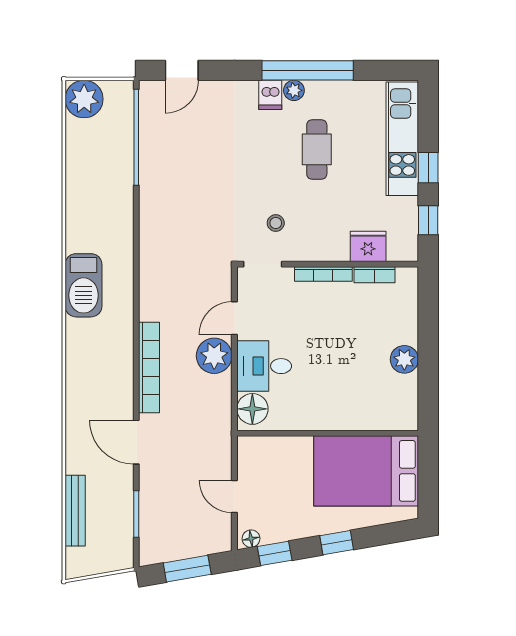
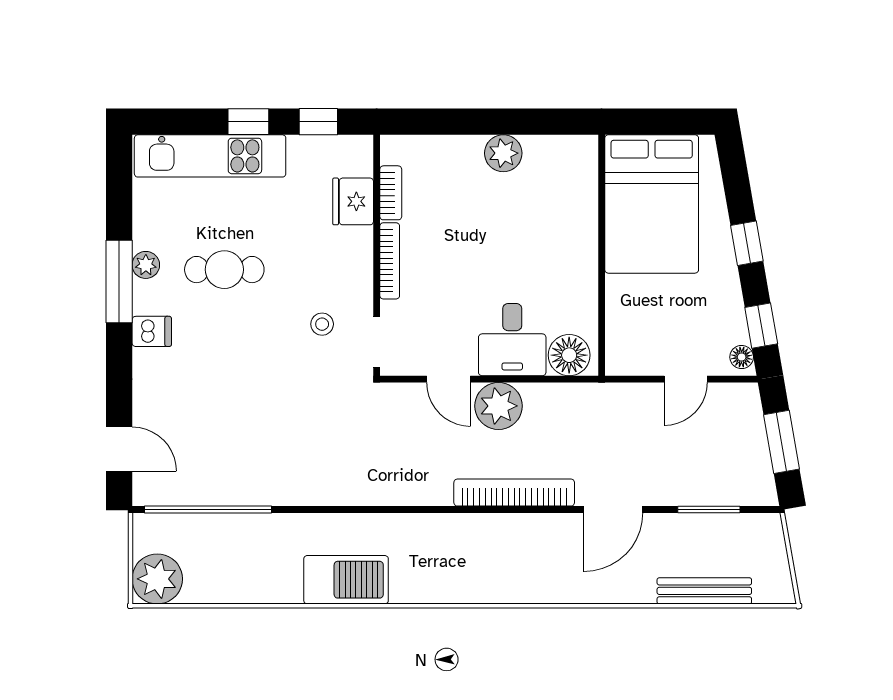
window: (308, 70) -> (119, 282), width x0.68
plant: (294, 90) -> (146, 265), moved
barbecue: (83, 285) -> (346, 580), moved

